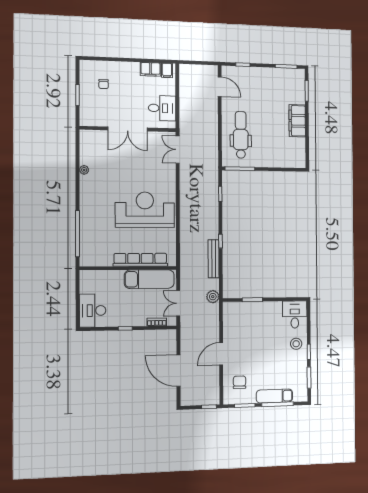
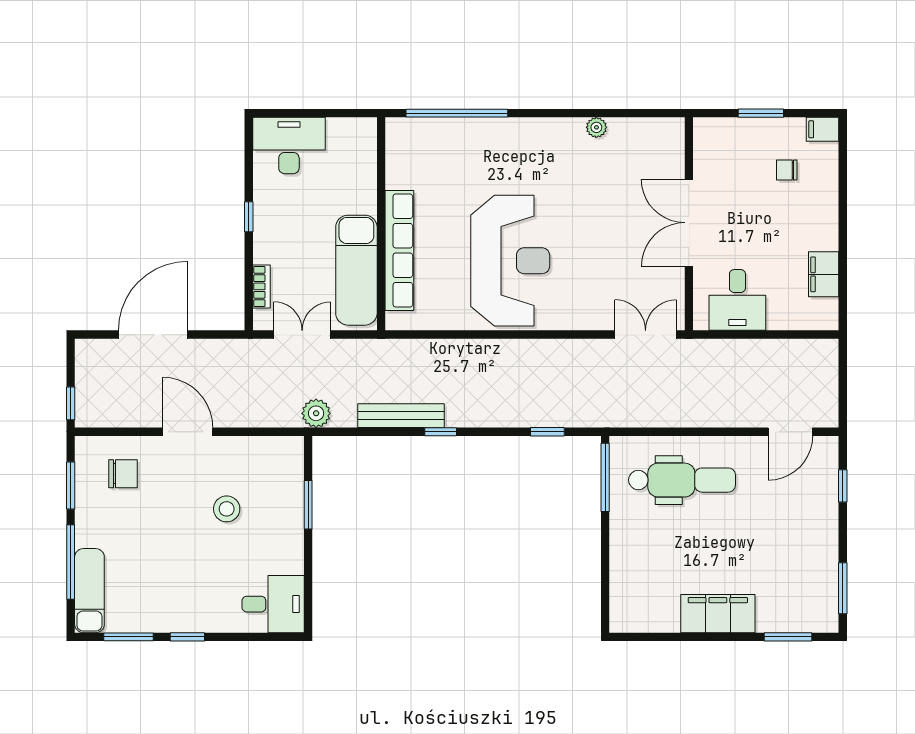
filing cabinet: (167, 70) -> (823, 129), moved
stool: (296, 344) -> (227, 509), moved
exam couch: (274, 396) -> (89, 591), moved

